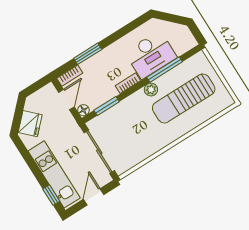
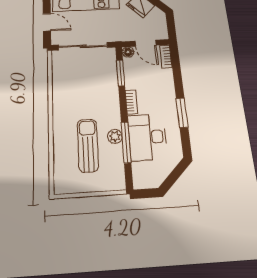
window: (88, 54) -> (182, 113), moved
plant: (151, 90) -> (115, 136), moved
sun lounger: (184, 98) -> (88, 145), width x0.73, depth x0.75

